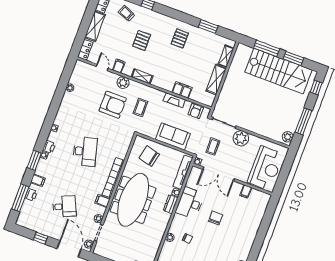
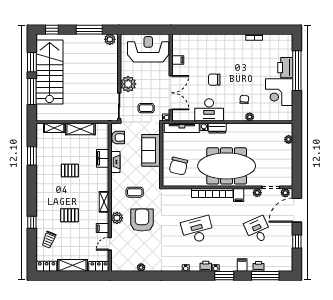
pallet: (180, 38) -> (70, 171), moved

